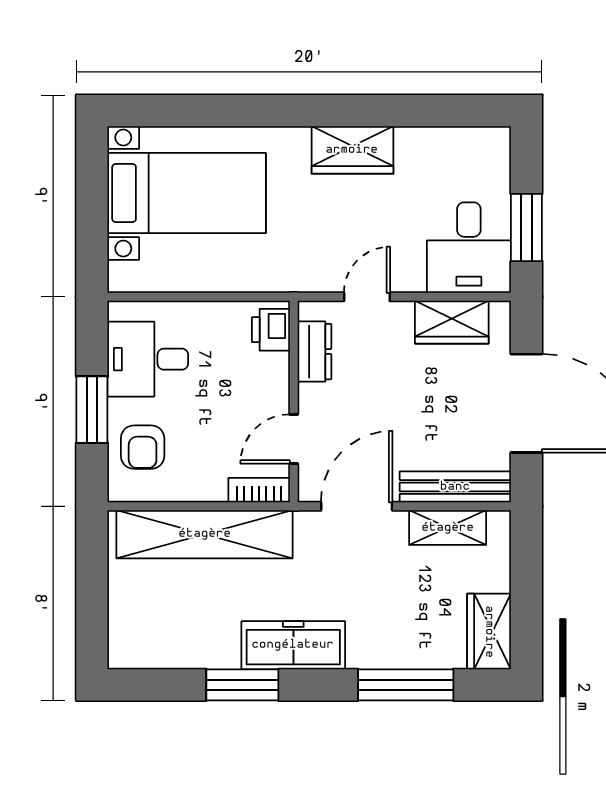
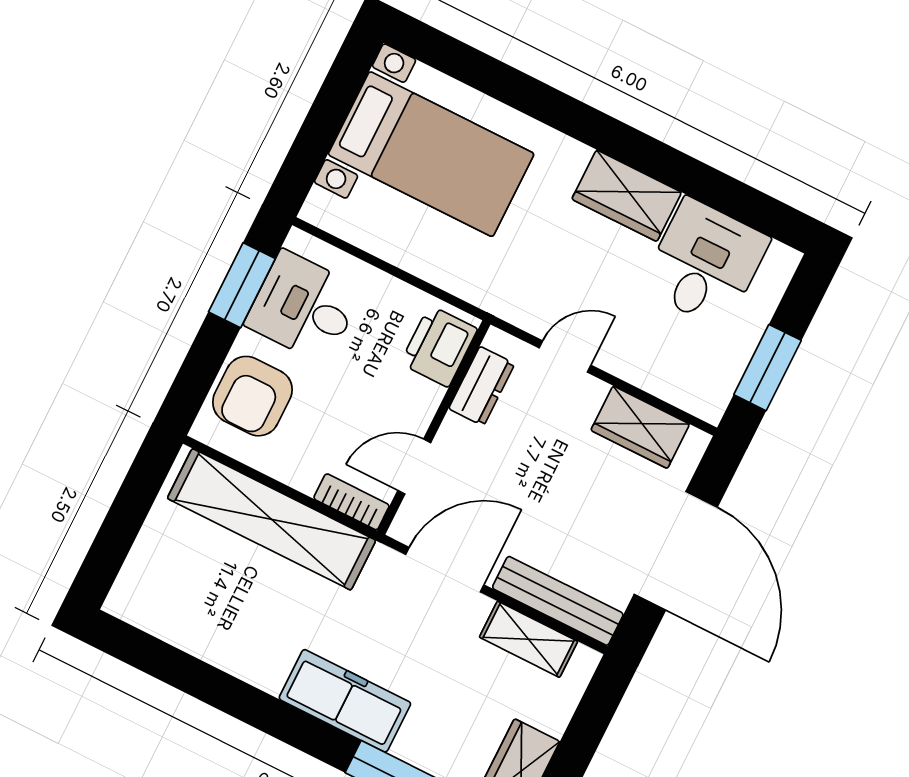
desk: (469, 248) -> (705, 263), moved, turned 180
printer: (271, 330) -> (439, 346), width x1.36, depth x1.24
window: (92, 410) -> (242, 285), moved
armchair: (143, 447) -> (252, 396), width x1.38, depth x1.38
freezer: (293, 645) -> (345, 701), moved
window: (242, 685) -> (232, 696), removed

